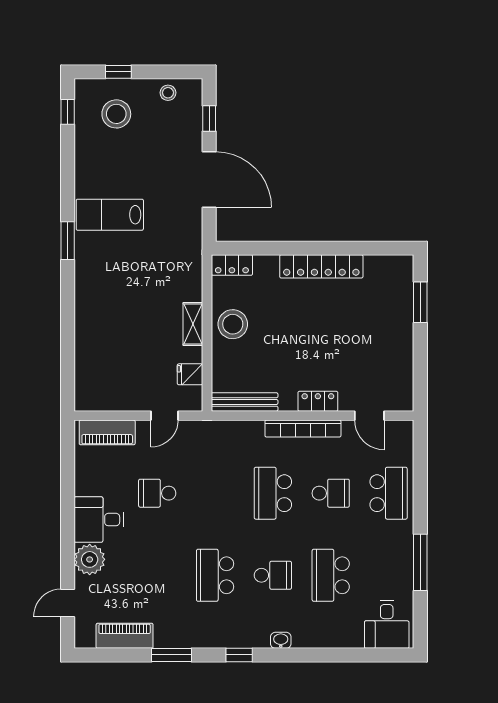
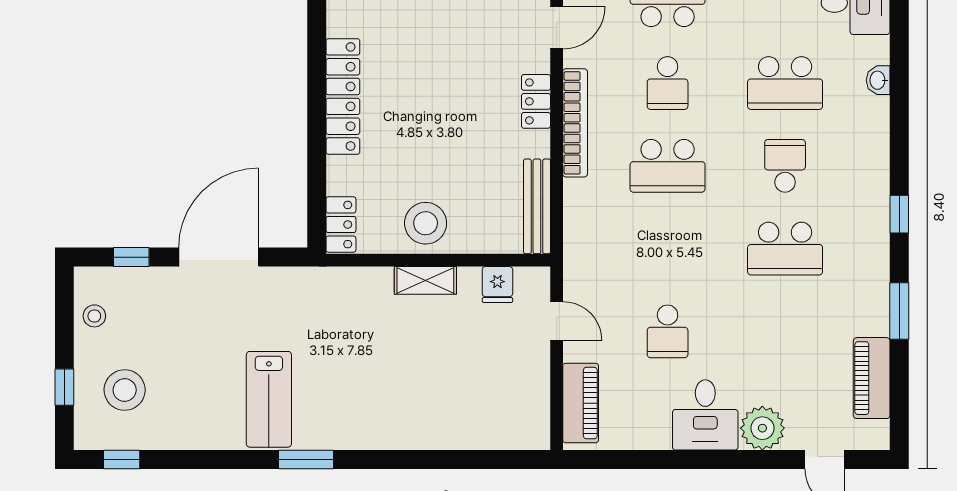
school desk: (331, 493) -> (668, 83), turned 180
washbasin: (281, 640) -> (878, 80), moved

